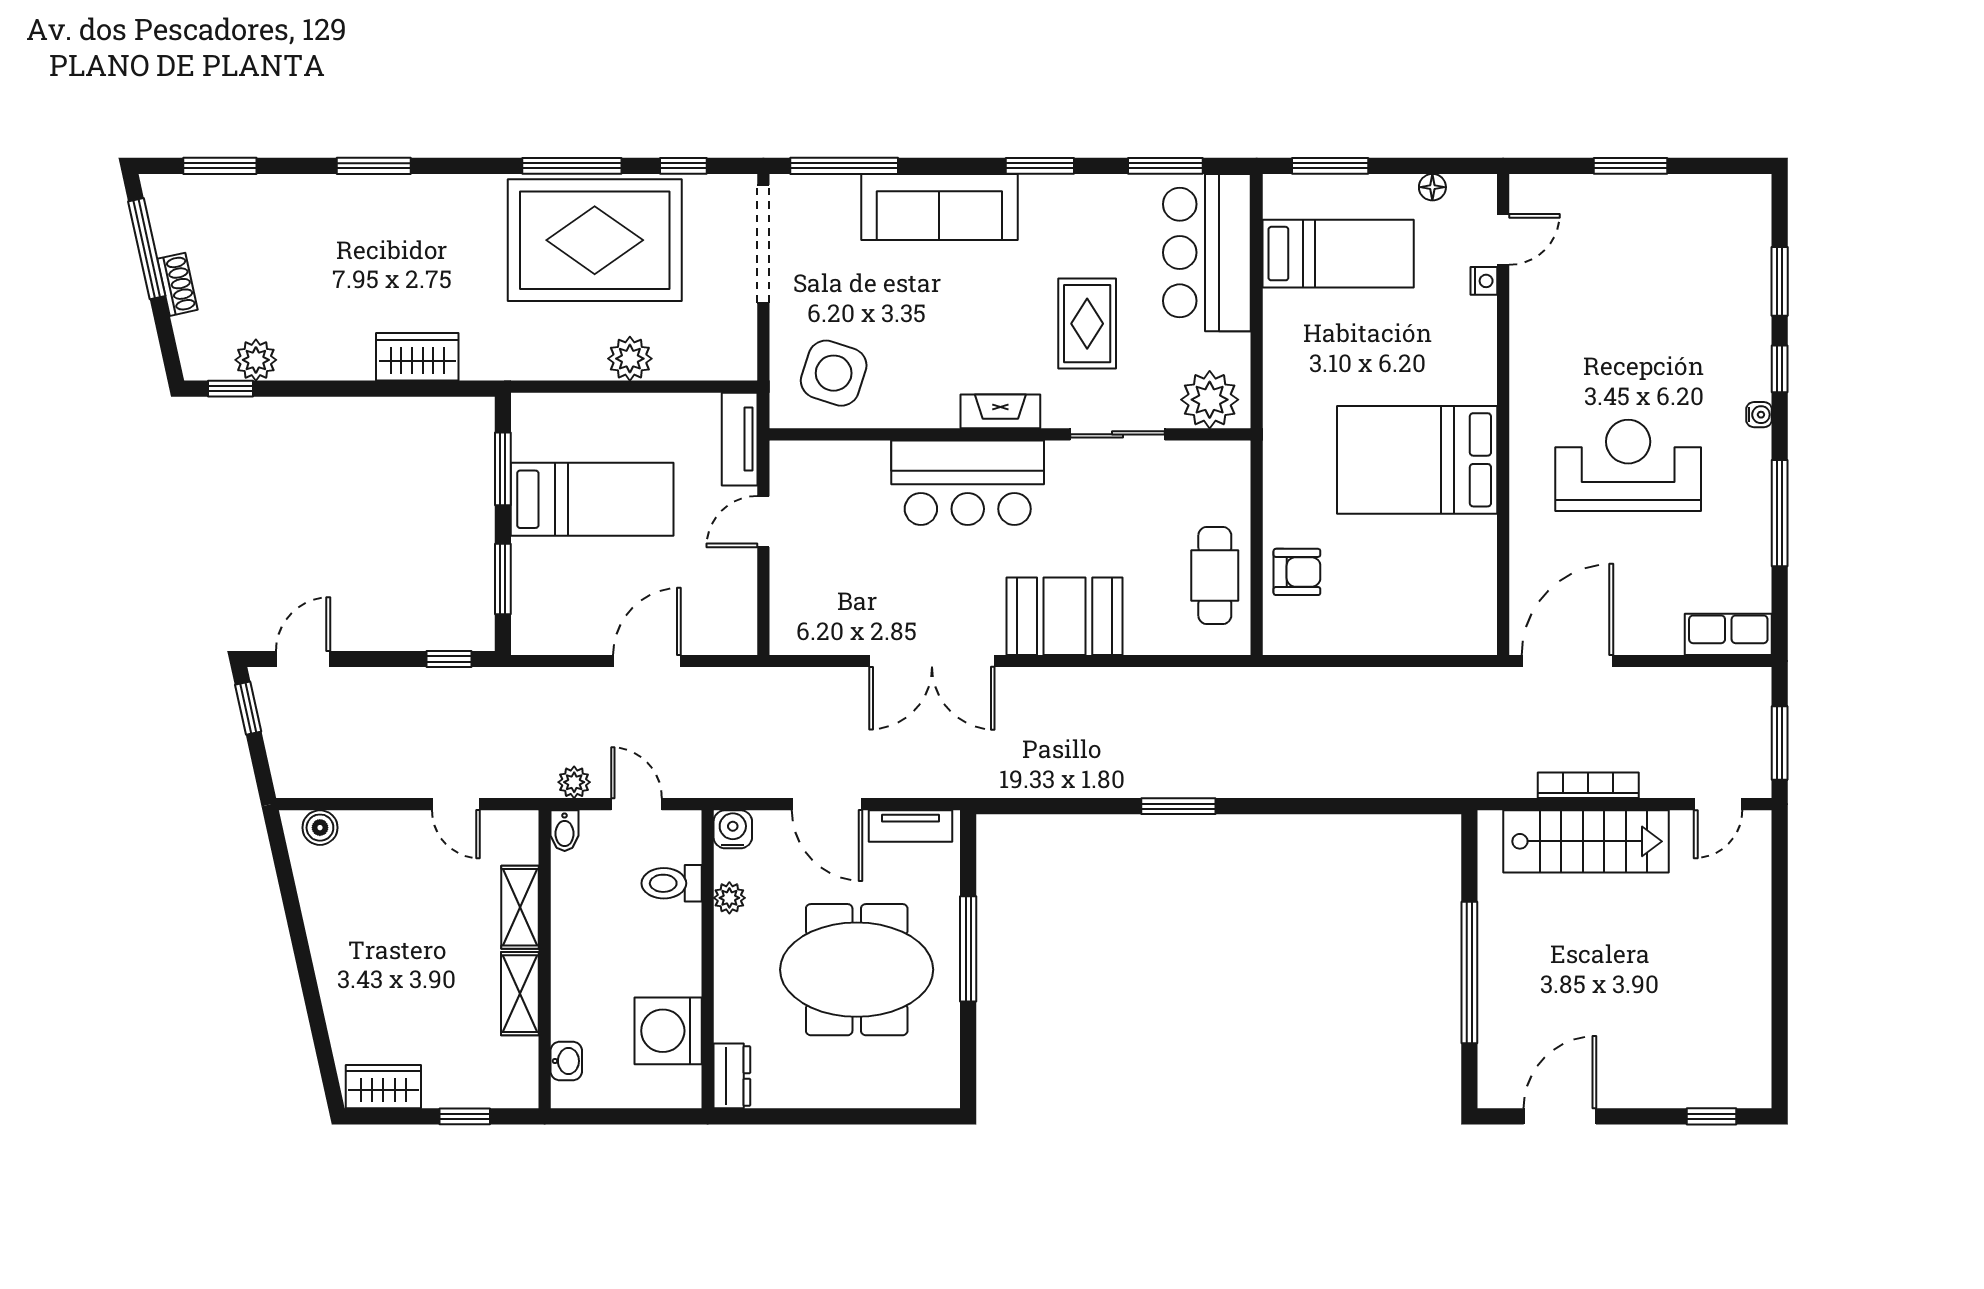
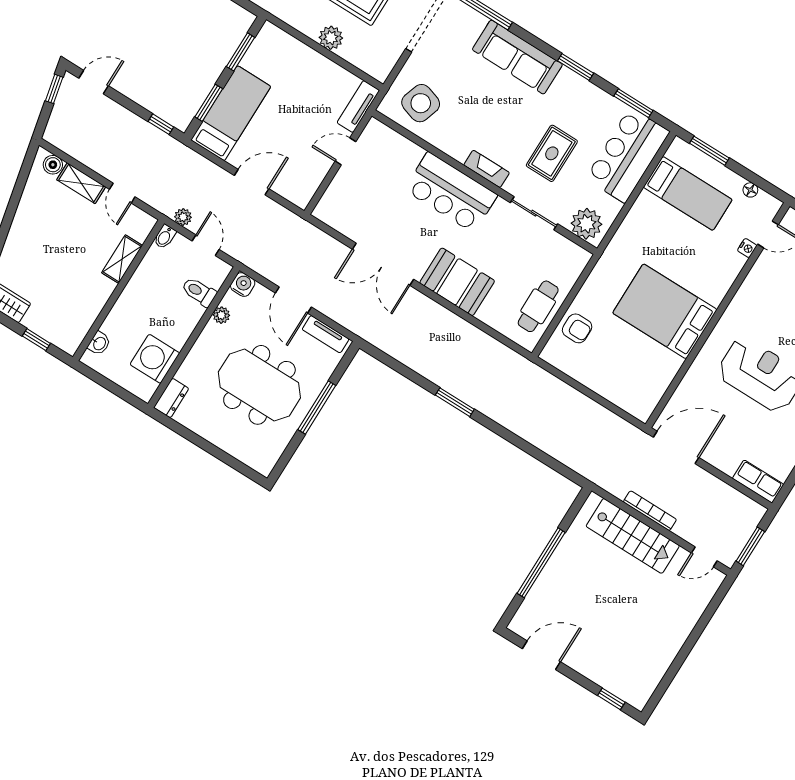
bed: (592, 499) -> (231, 113), moved, turned -90
shelving: (520, 994) -> (81, 183), moved, turned 90

